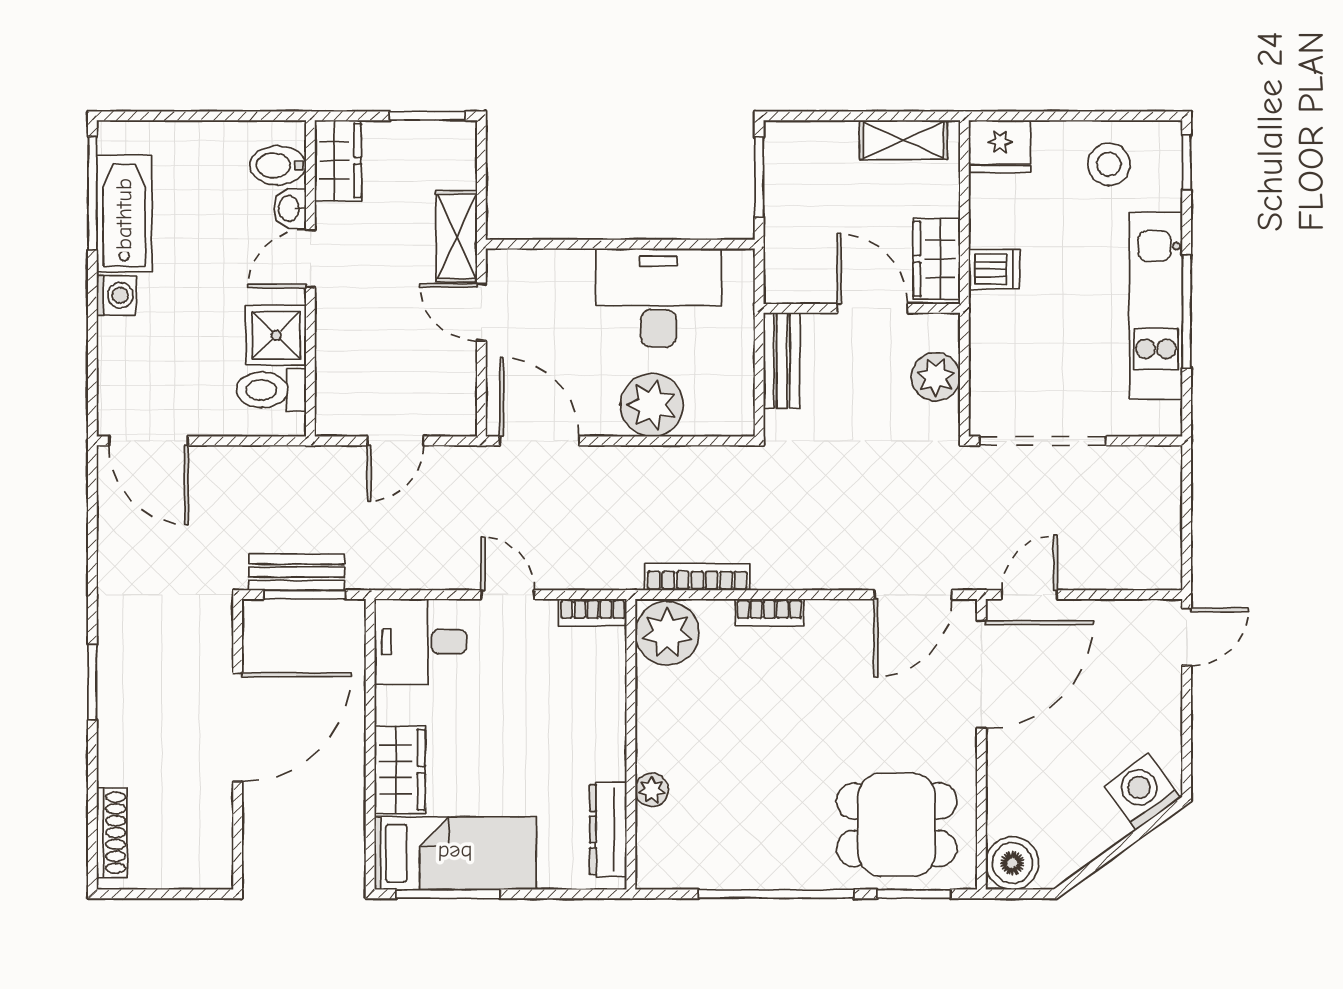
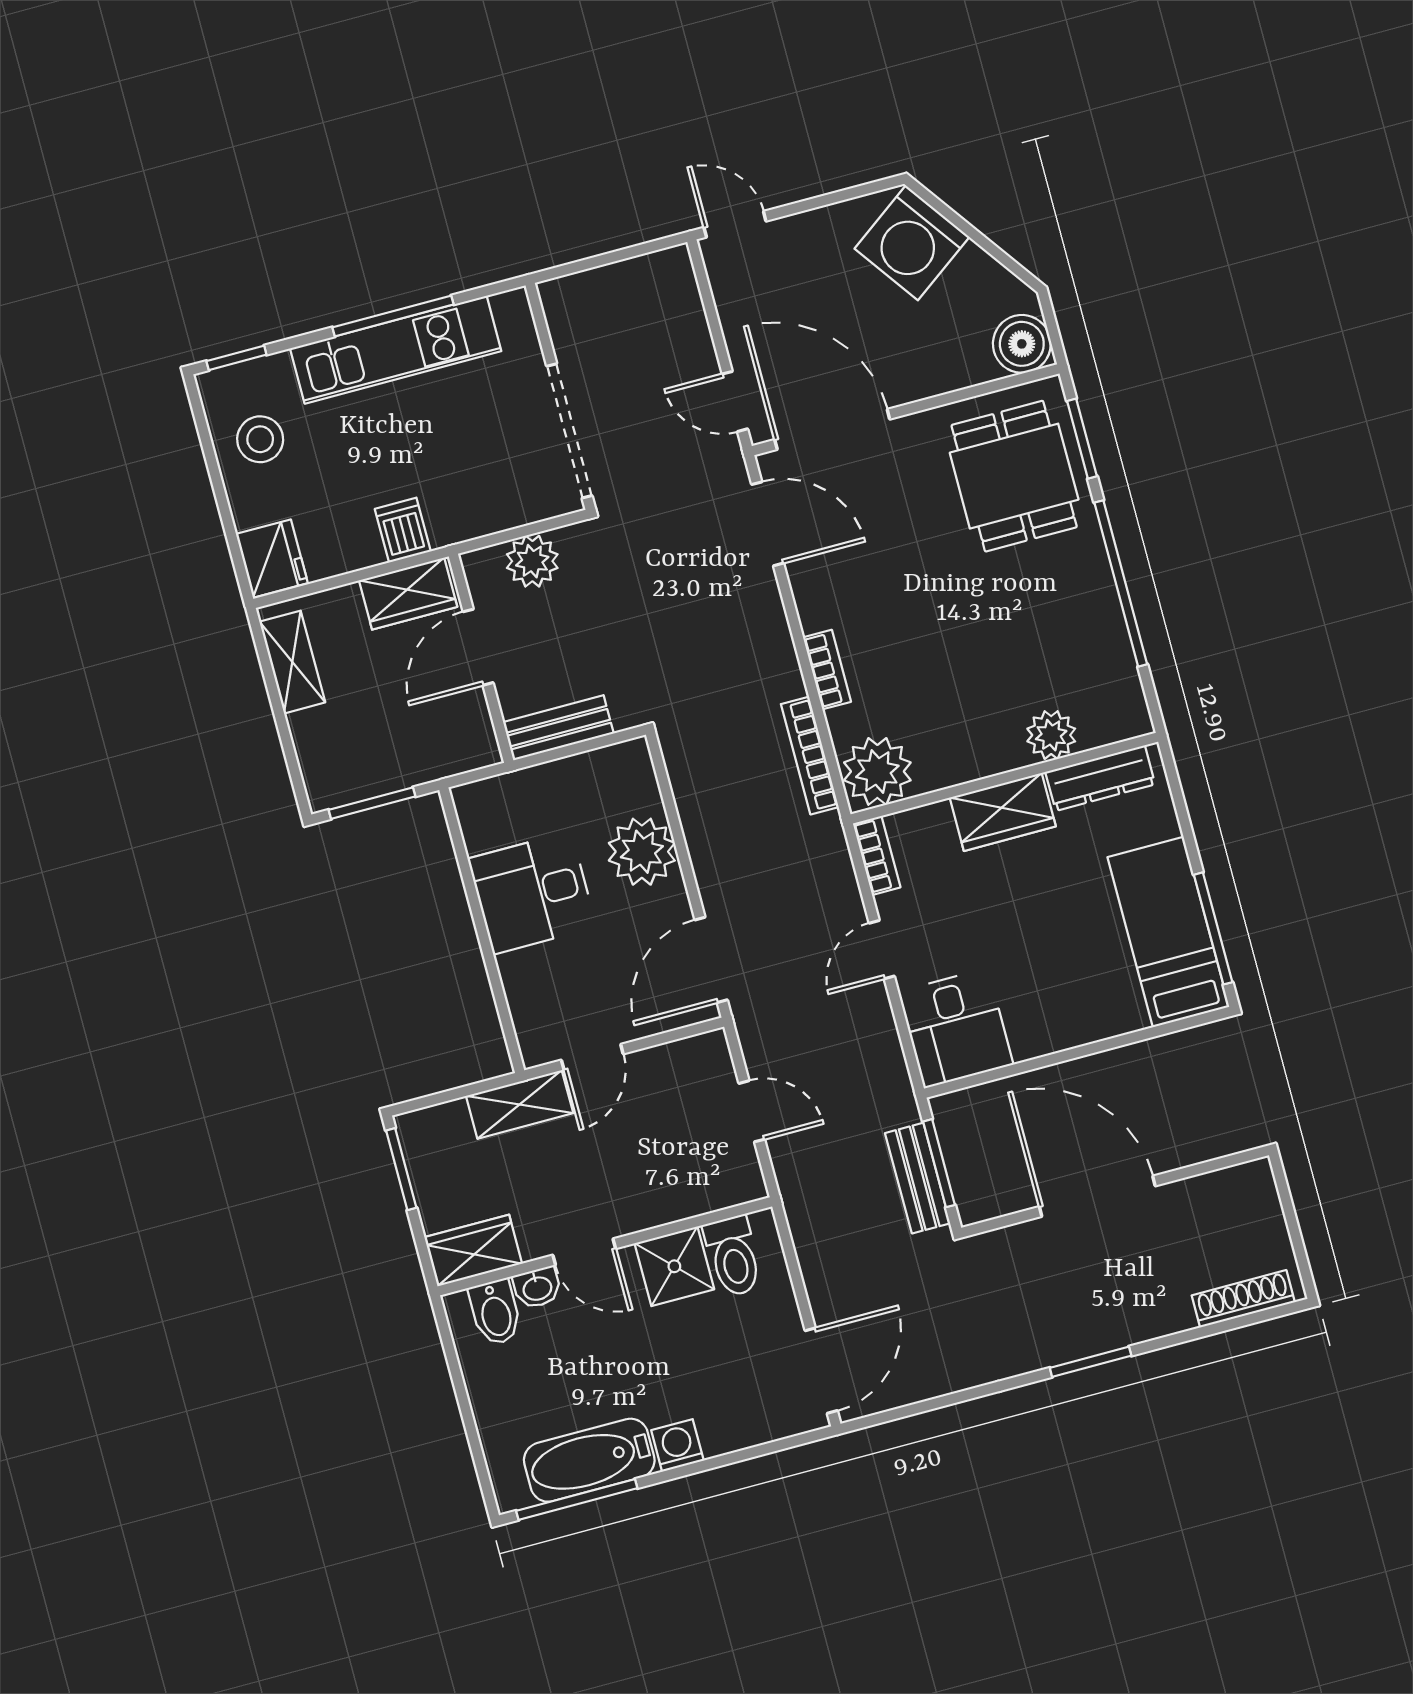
desk: (658, 298) -> (532, 893), width x0.73
wardrobe: (400, 770) -> (1003, 812), moved, turned 180
plant: (652, 790) -> (1051, 735), width x1.38, depth x1.38
washing machine: (1142, 792) -> (912, 243), width x1.37, depth x1.37

